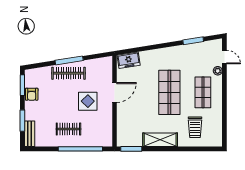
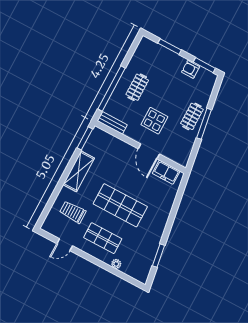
door: (224, 57) -> (65, 245), moved
freezer: (129, 60) -> (166, 172), moved, turned -81
clothes rail: (68, 73) -> (192, 116), width x0.73
bench: (30, 134) -> (112, 123), moved

